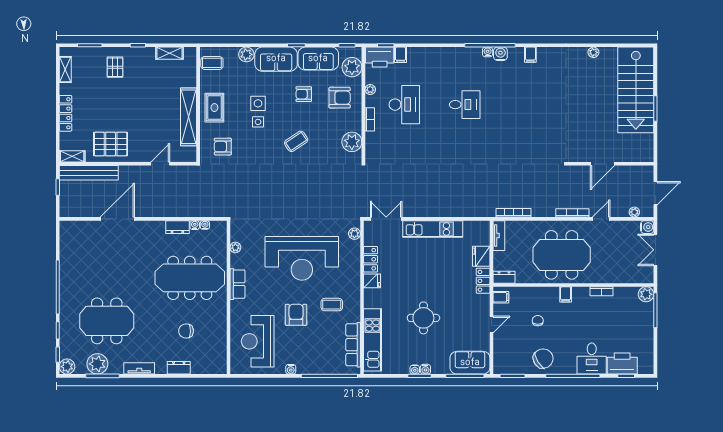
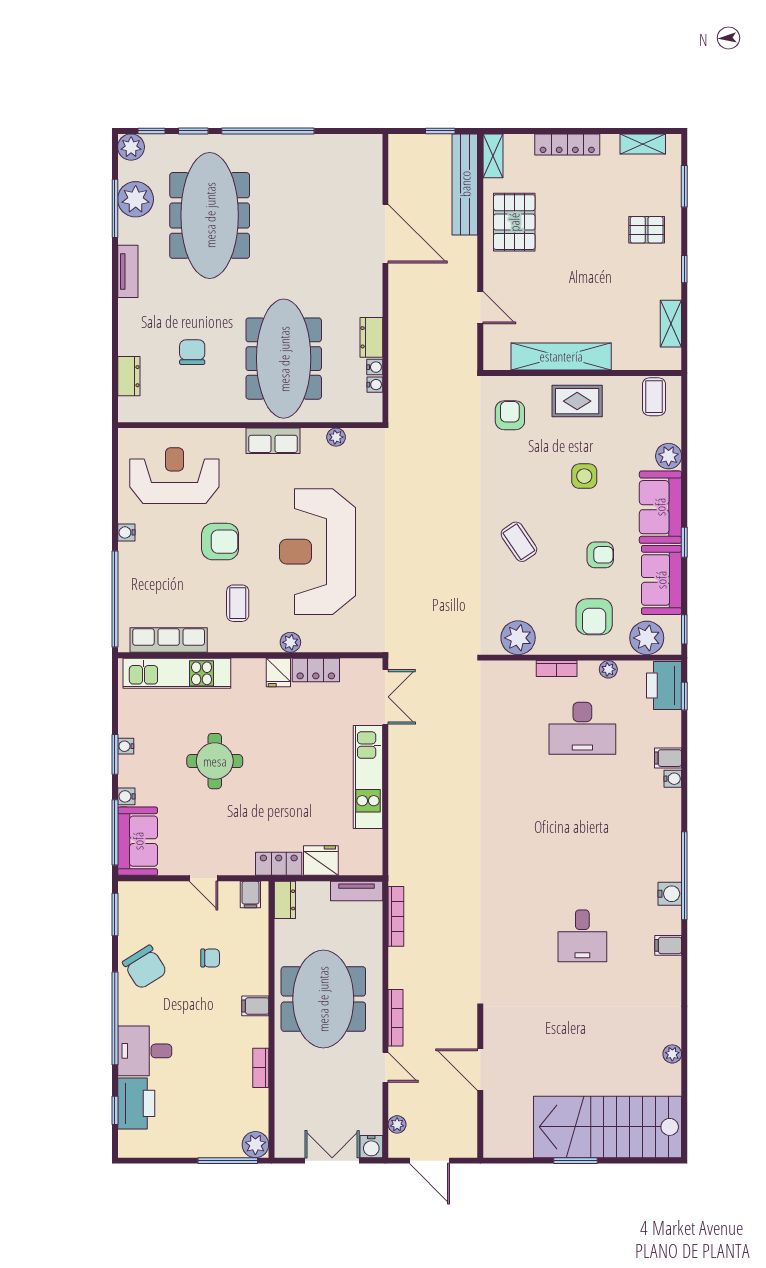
water cooler: (488, 52) -> (673, 779), moved
filing cabinet: (401, 55) -> (668, 758), moved
armchair: (304, 94) -> (600, 555), turned 90
desk: (465, 105) -> (582, 936), moved
side table: (258, 122) -> (552, 476), removed
plant: (354, 234) -> (290, 642), moved
meeting table: (107, 321) -> (210, 215), width x1.36
dresser: (179, 368) -> (129, 376), moved
water cooler: (425, 369) -> (126, 796), moved

